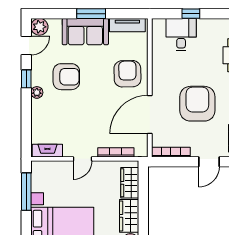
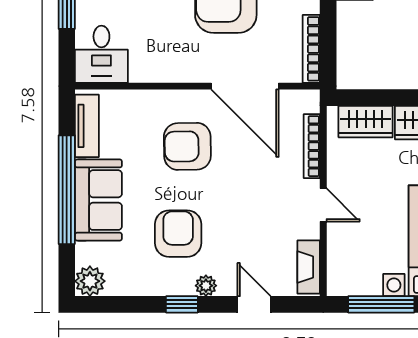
window: (91, 14) -> (67, 190), width x2.11
desk: (181, 34) -> (101, 54), moved, turned -90
door: (26, 46) -> (254, 304), moved
armchair: (127, 74) -> (187, 146), moved

